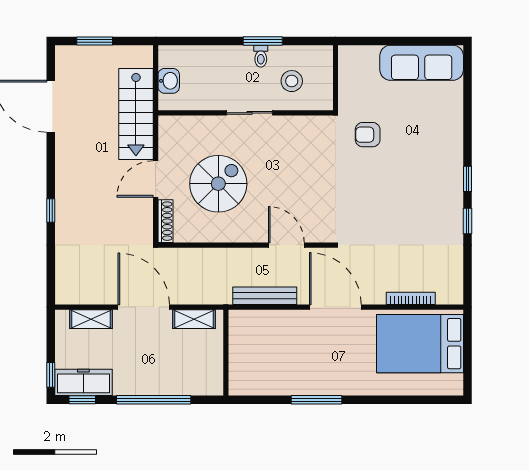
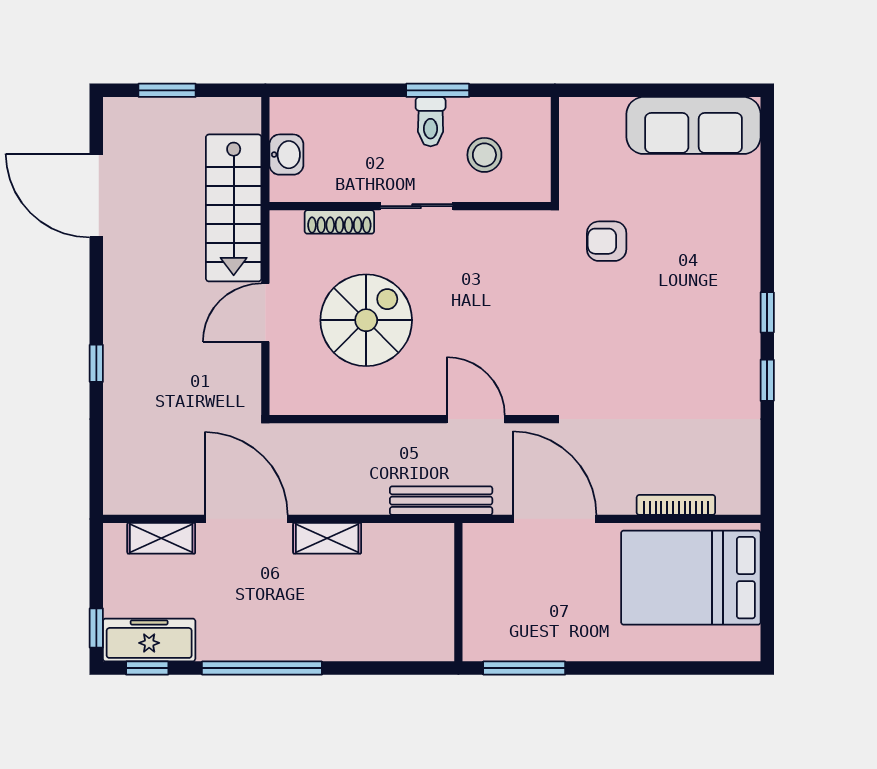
toilet: (261, 56) -> (431, 122), width x1.37, depth x1.39
shoe rack: (165, 221) -> (339, 222), moved, turned 90
wall: (226, 353) -> (458, 592), moved

